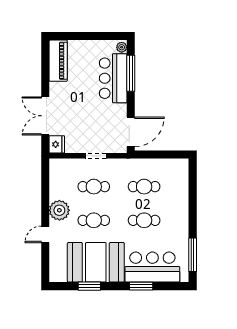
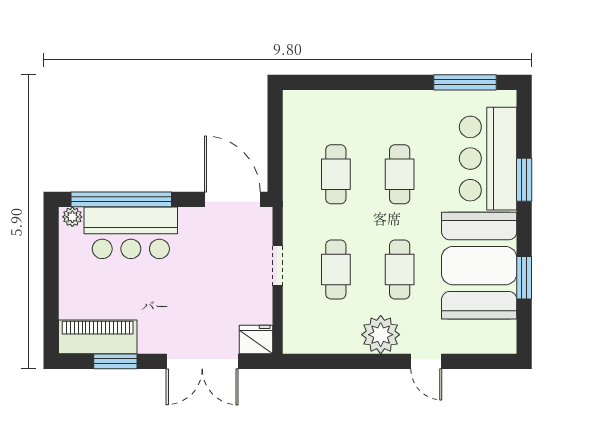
window: (45, 70) -> (115, 361), added
window: (131, 73) -> (121, 199), width x1.46

